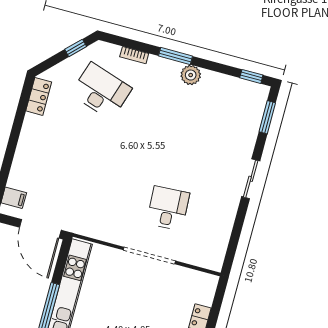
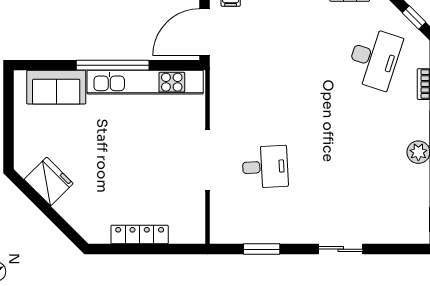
window: (267, 117) -> (262, 249), moved
sliding door: (251, 179) -> (341, 249), moved

